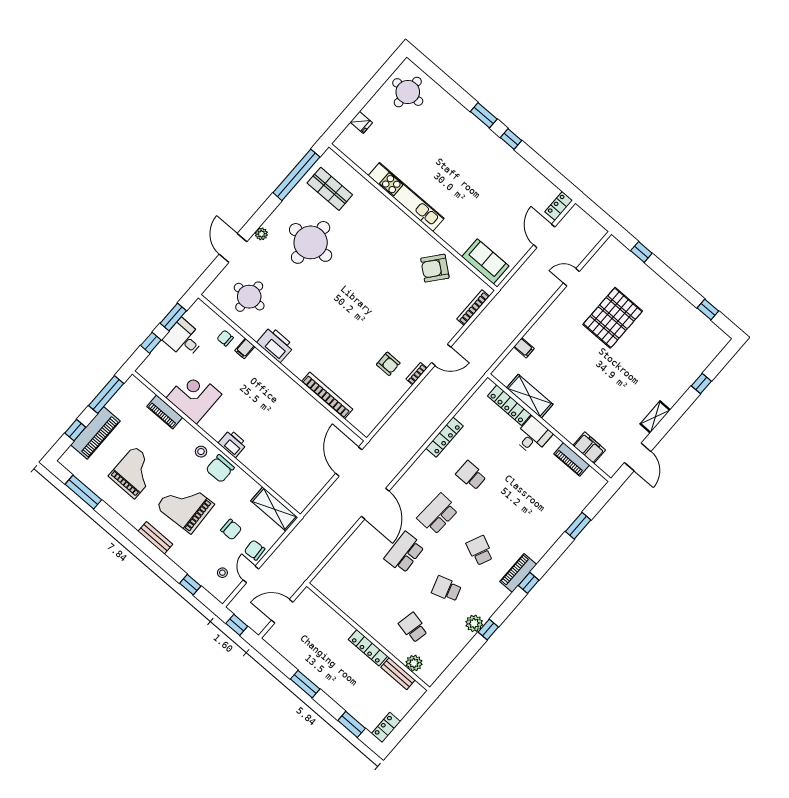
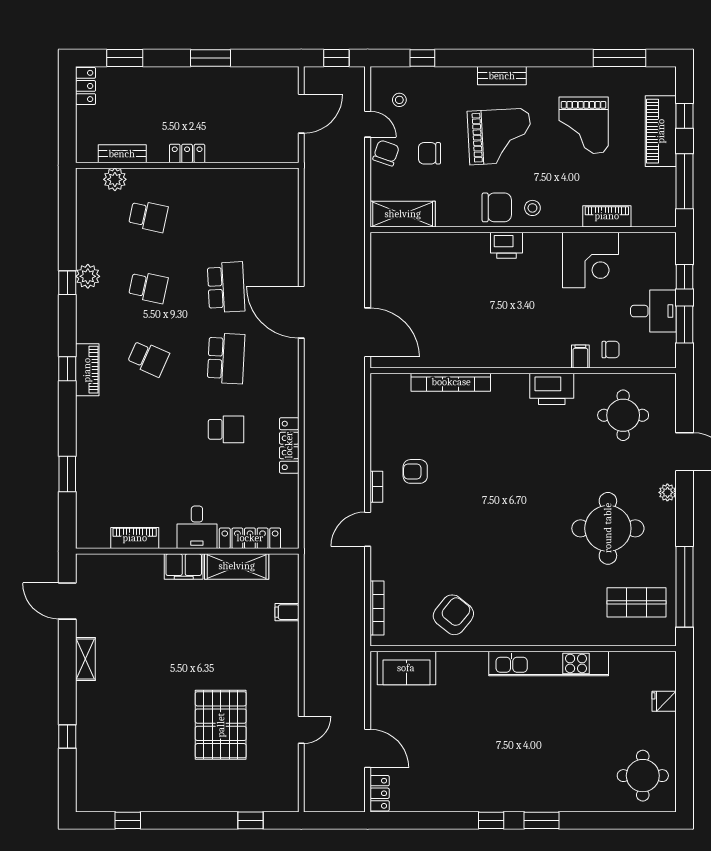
filing cabinet: (589, 448) -> (184, 567), moved
chair: (220, 469) -> (497, 207), turned 90
chair: (255, 550) -> (386, 153), turned -67
school desk: (446, 589) -> (148, 287), turned 30
locker: (368, 648) -> (187, 154), width x0.66

